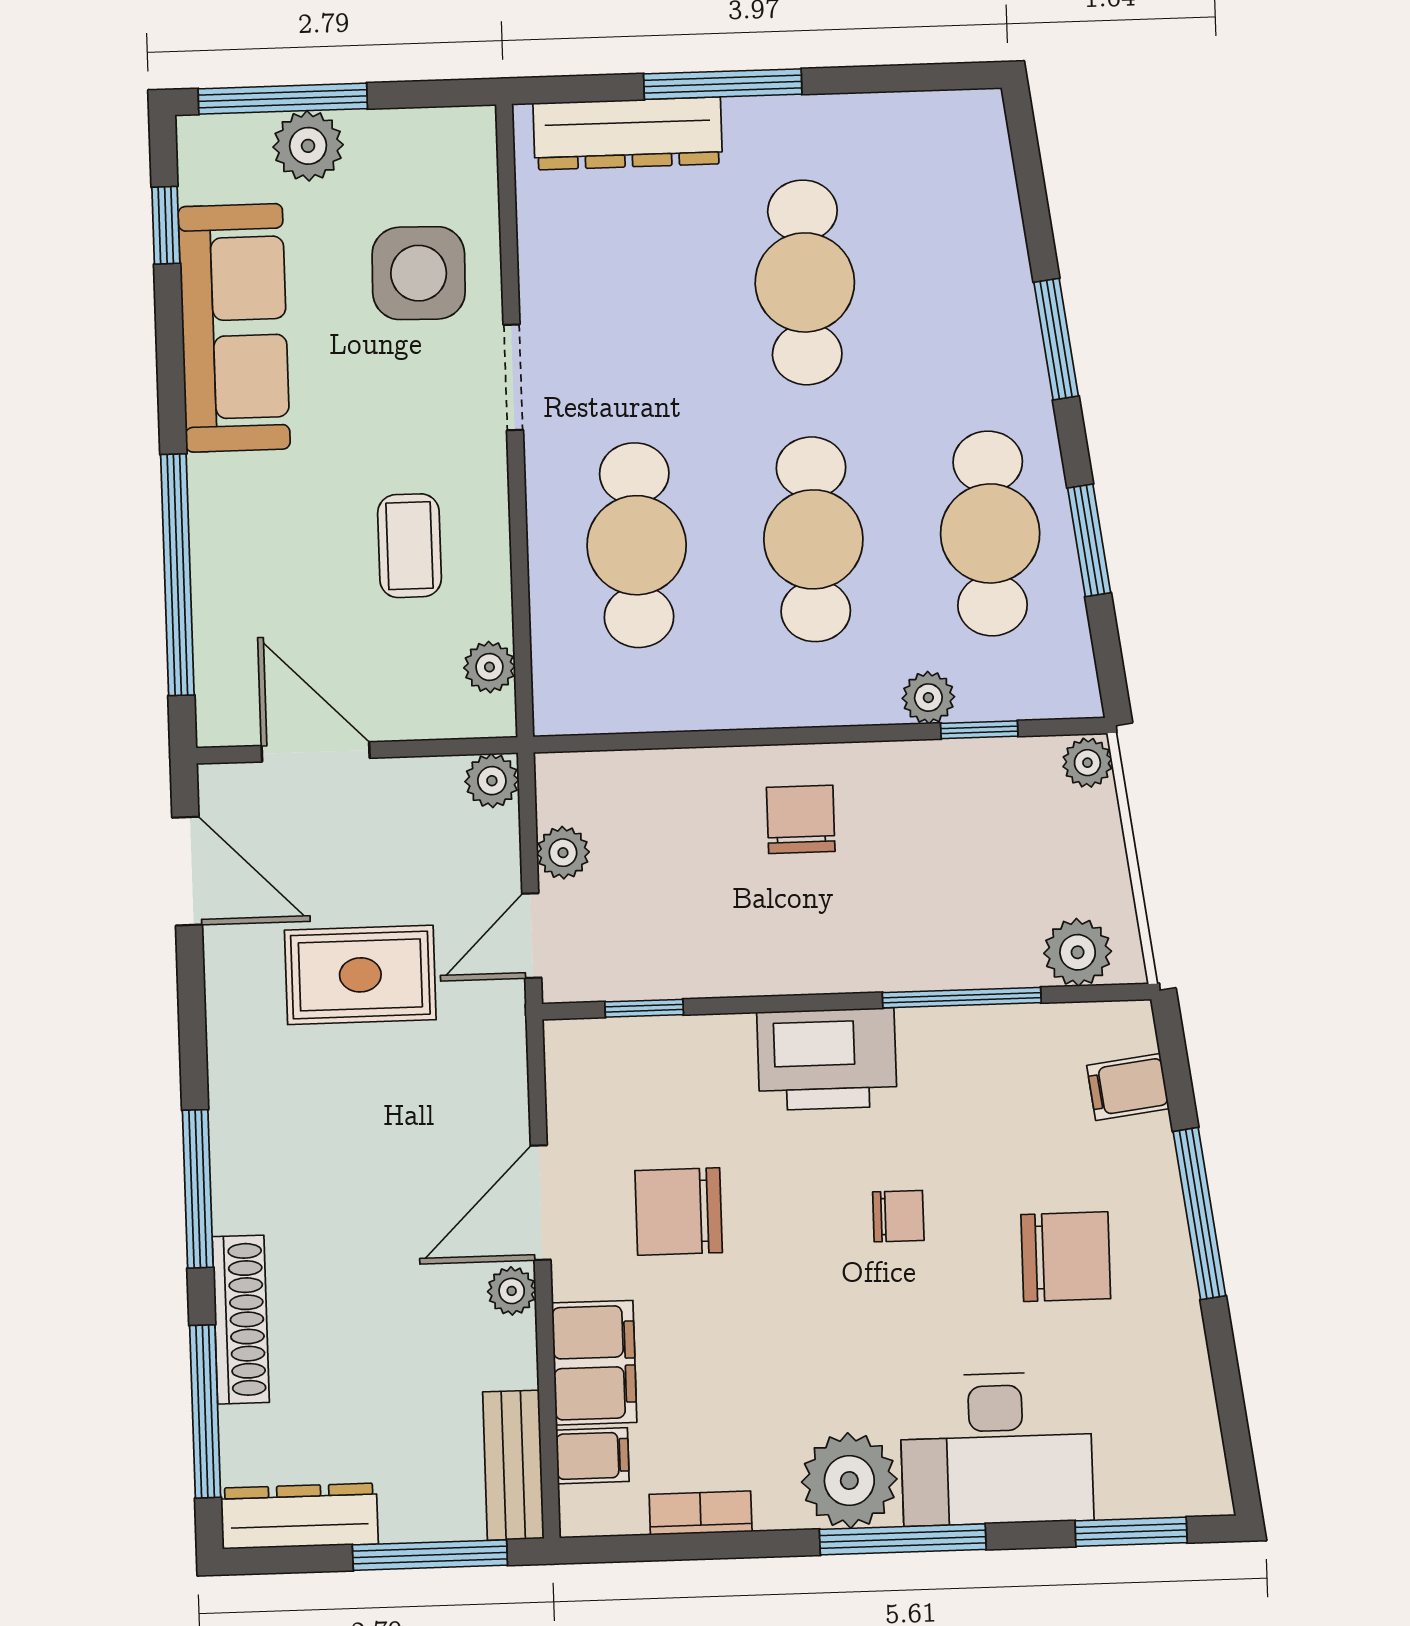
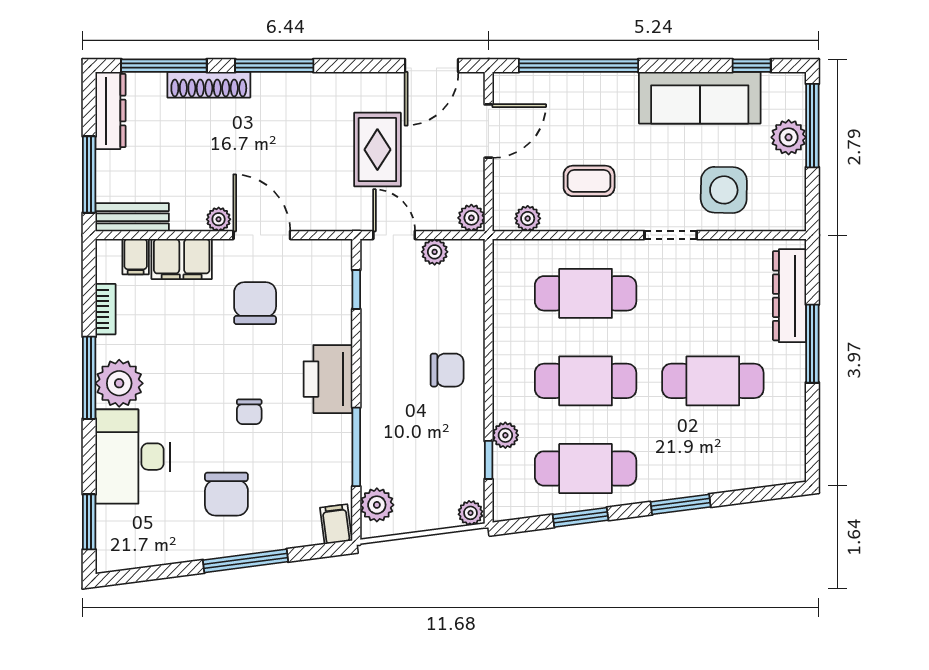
filing cabinet: (1128, 1087) -> (336, 524), moved
window: (903, 1539) -> (89, 378), moved

